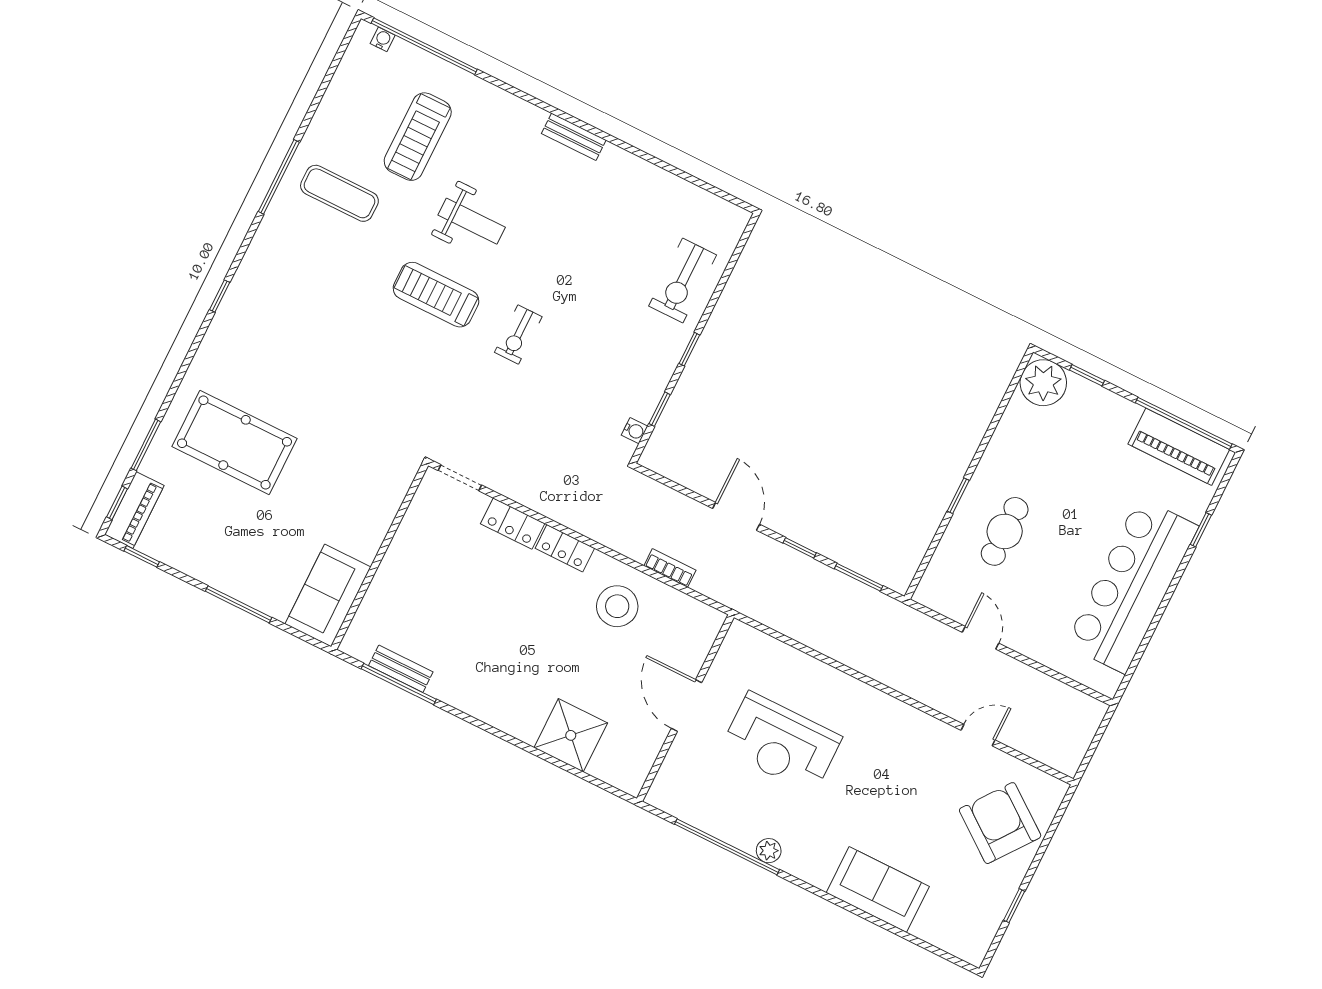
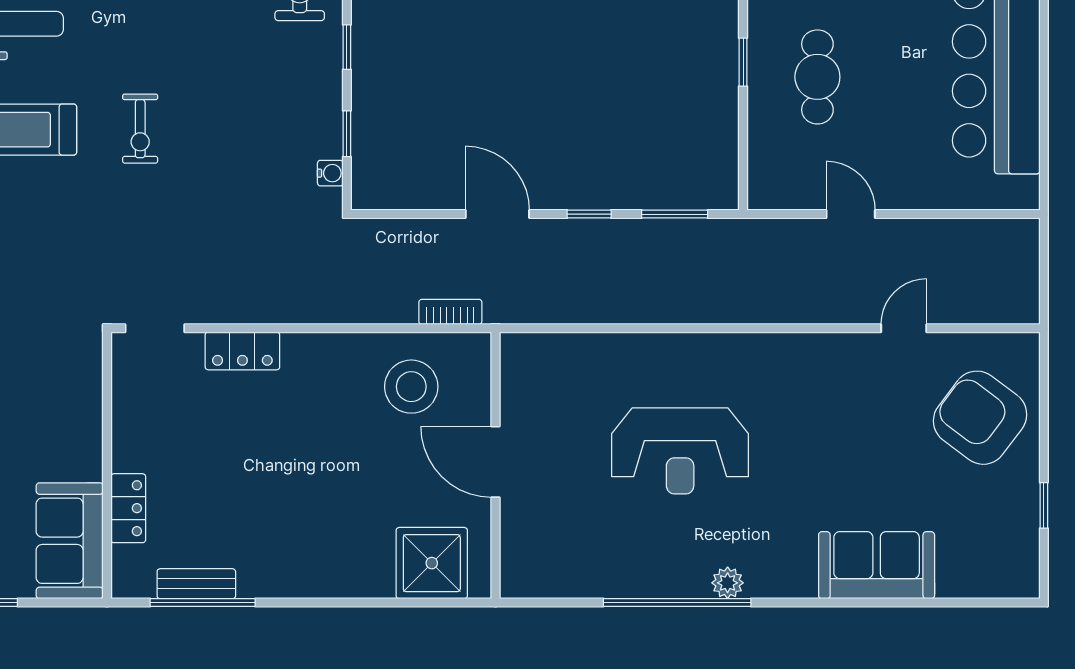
locker: (565, 548) -> (128, 508), moved, turned -90
door: (686, 706) -> (495, 462), moved
wall: (685, 708) -> (495, 465), moved

